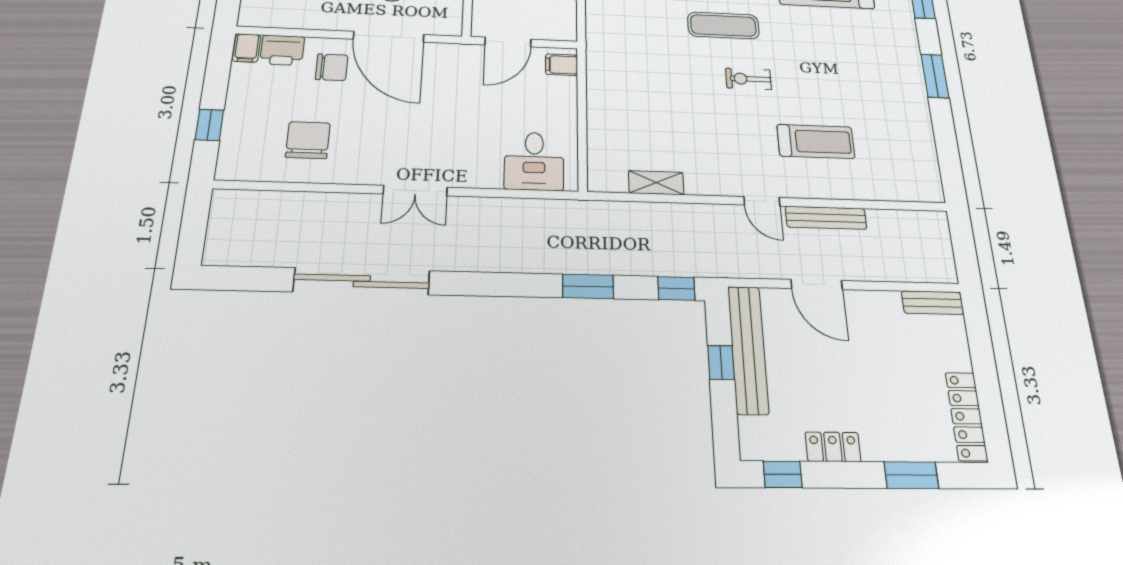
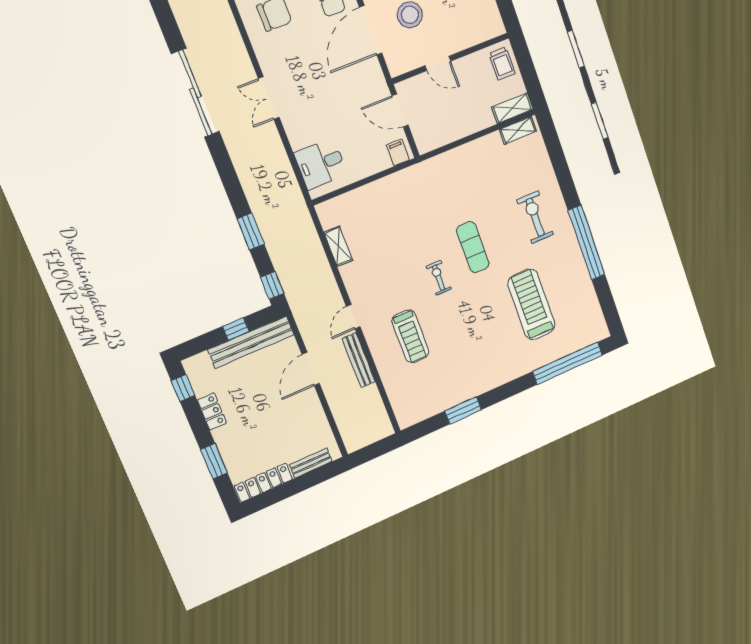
window: (935, 76) -> (463, 410), moved
bench: (933, 303) -> (311, 463), moved, turned 90

